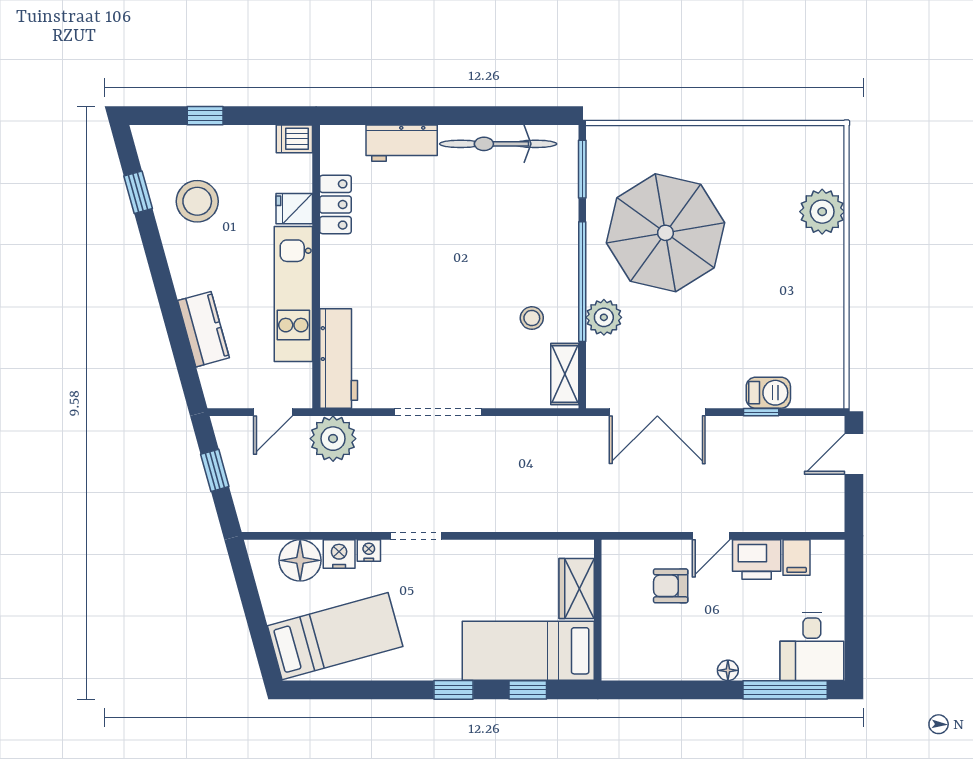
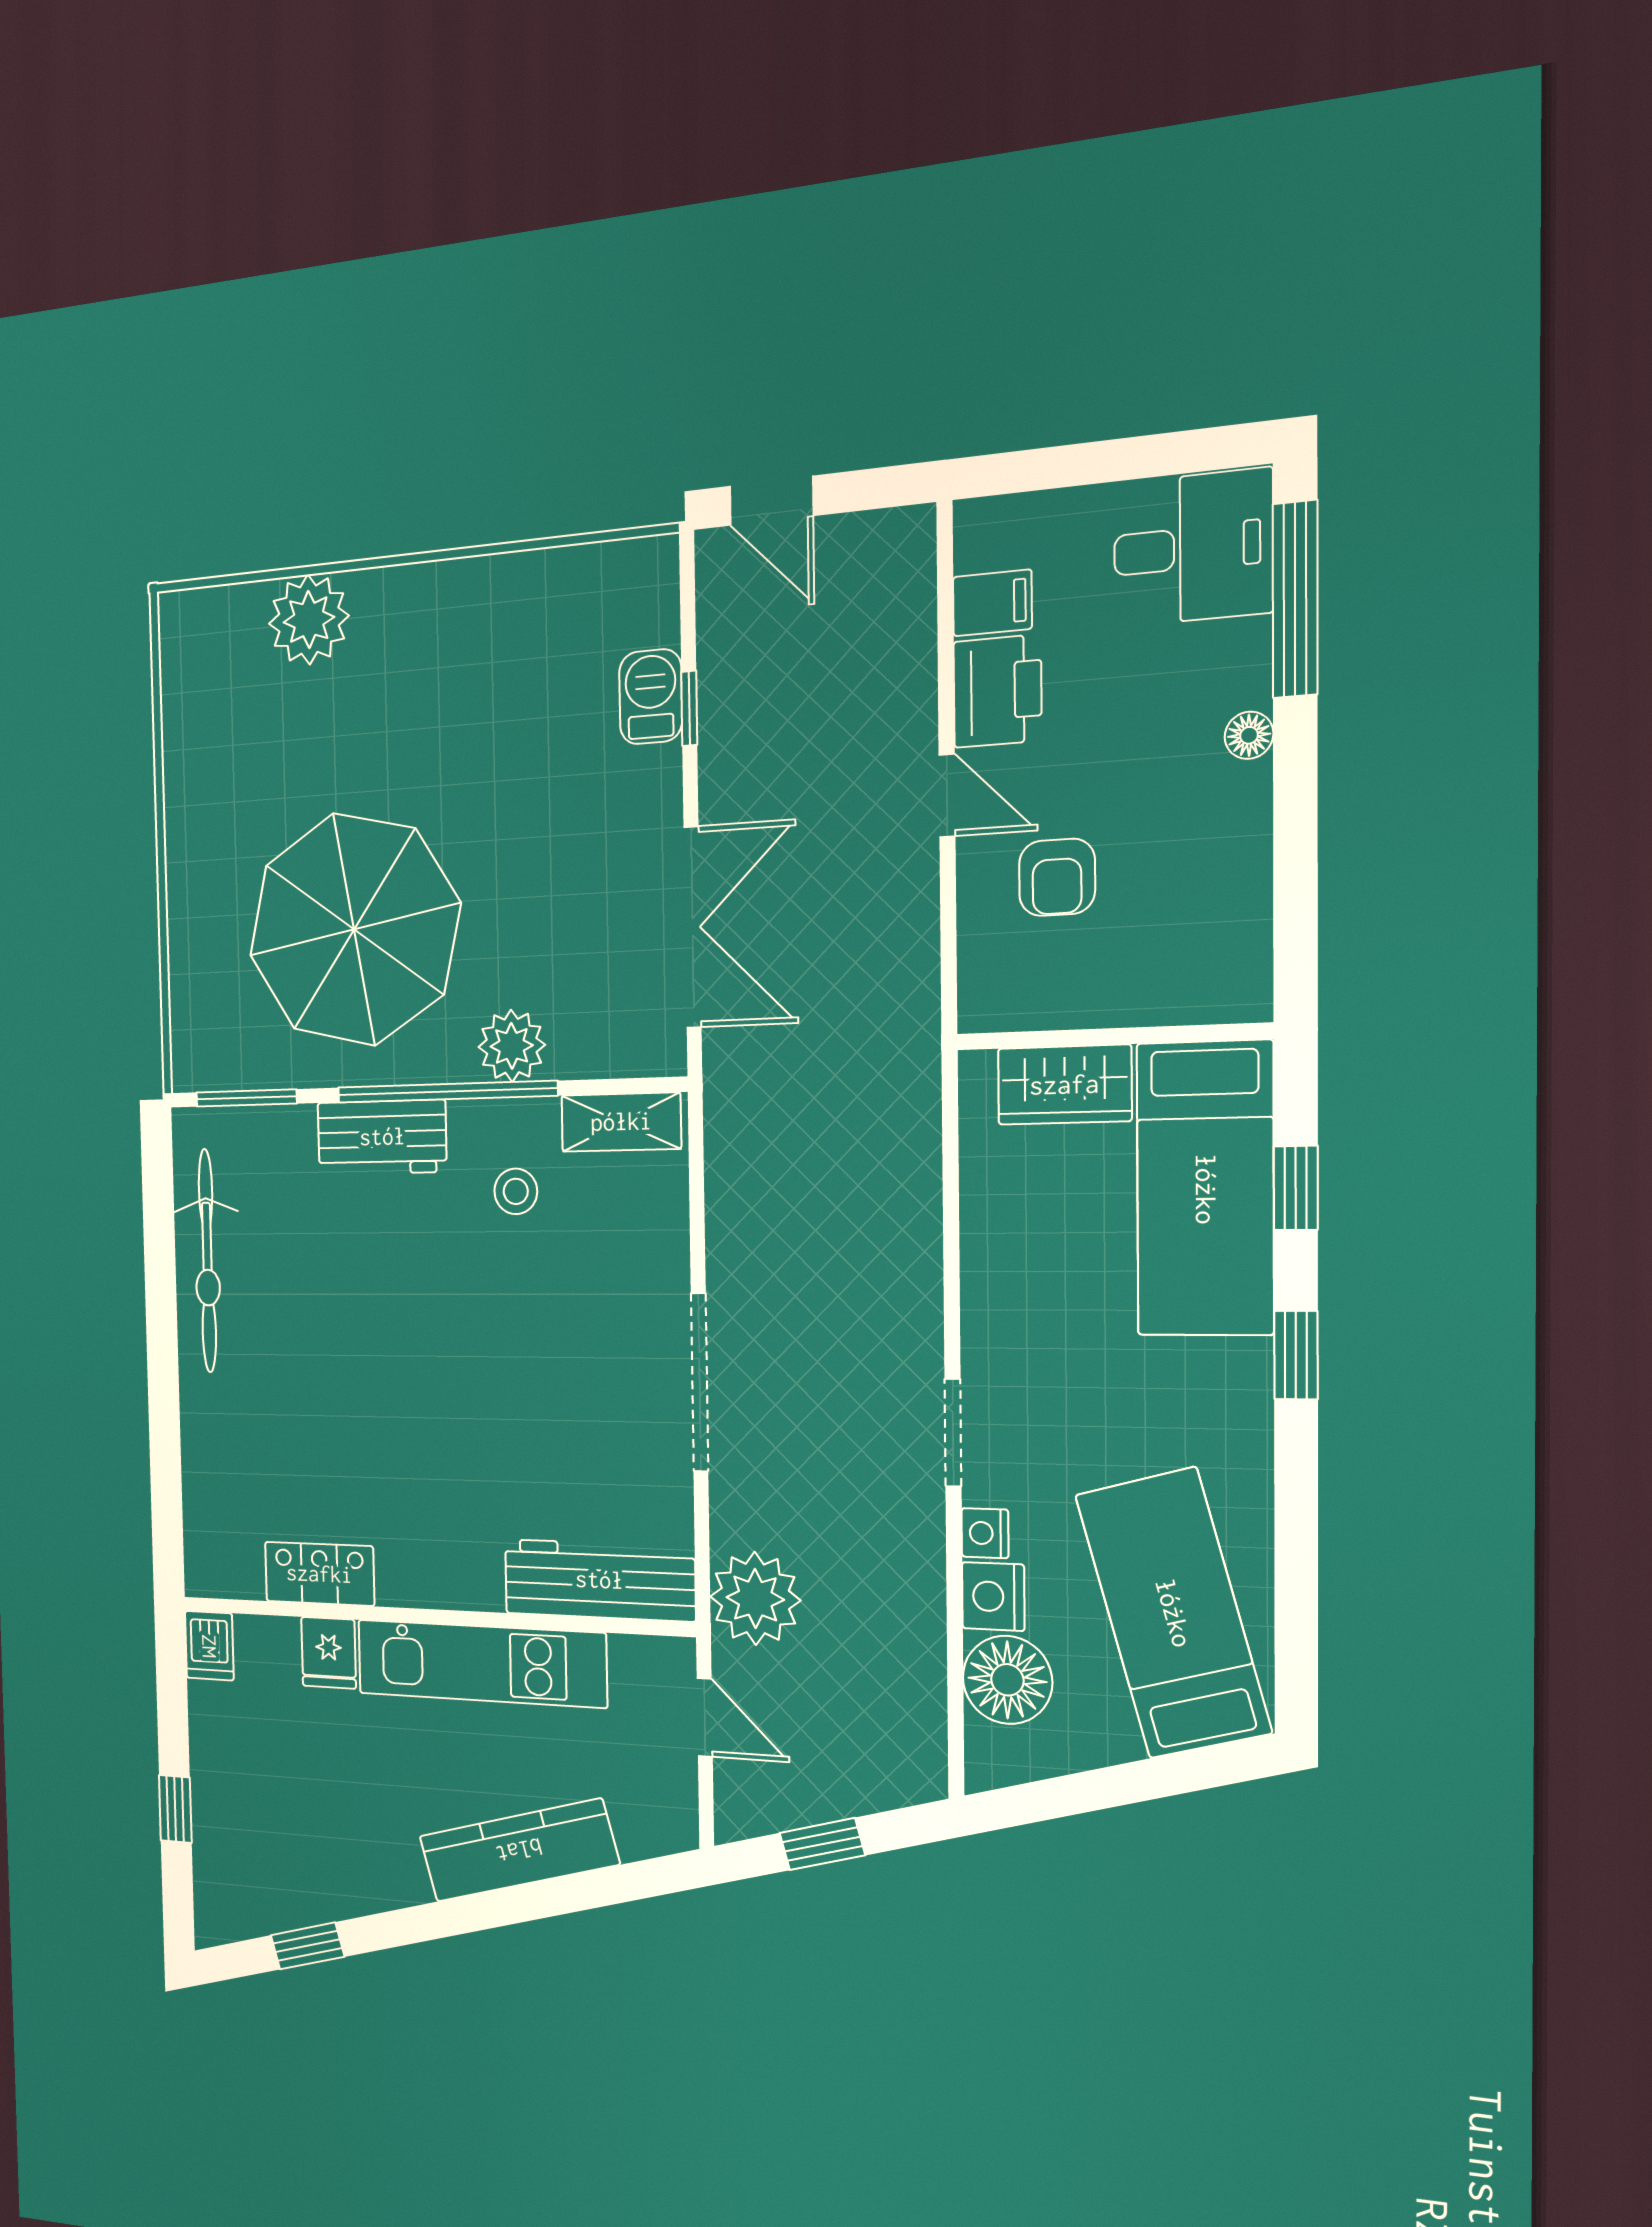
workbench: (402, 143) -> (382, 1137), moved, turned 90
stool: (197, 201) -> (320, 1836), removed
kitchen counter: (203, 329) -> (519, 1850), width x1.50

